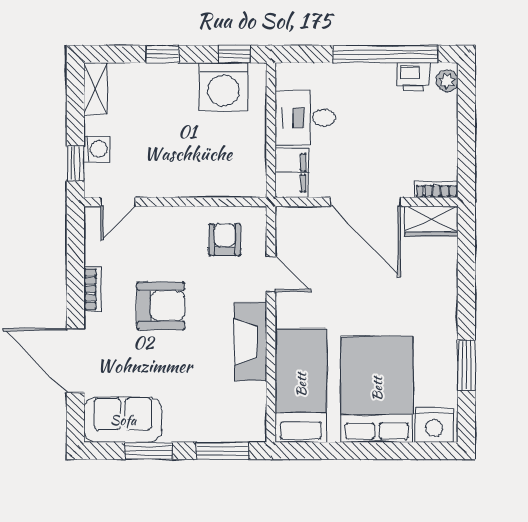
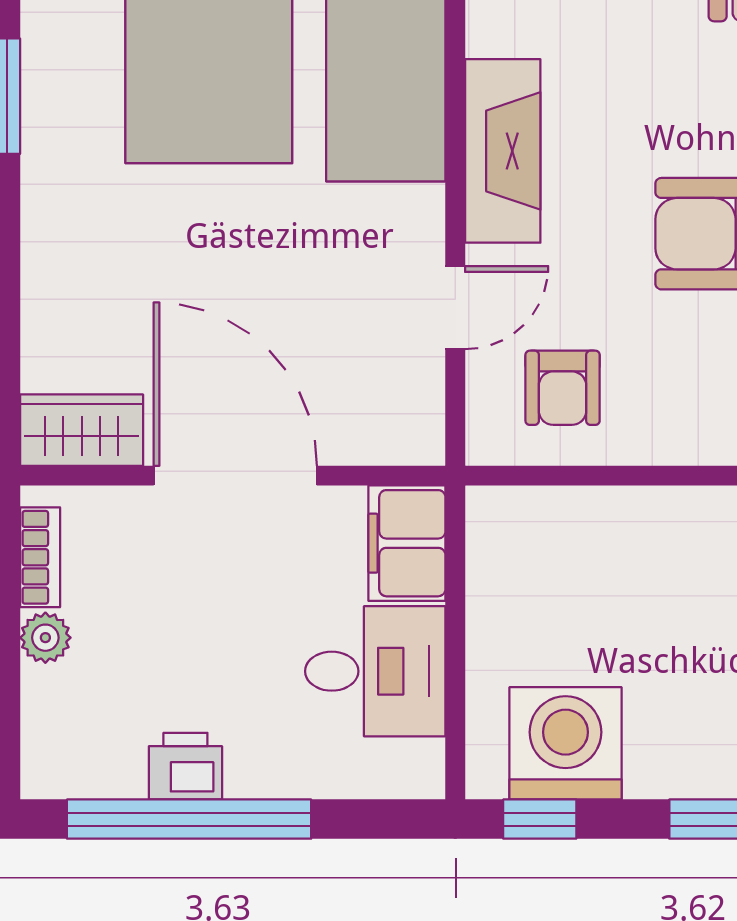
printer: (413, 77) -> (185, 766), moved
plant: (447, 81) -> (45, 638), moved
bookcase: (436, 189) -> (40, 557), moved, turned -90
door: (271, 274) -> (455, 308), swing flipped

